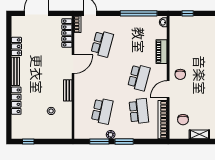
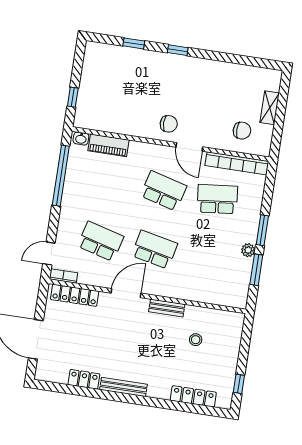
piano: (162, 52) -> (108, 145), moved
door: (73, 64) -> (126, 293), hinge flipped
locker: (16, 101) -> (193, 396), moved
school desk: (102, 111) -> (154, 250), moved

